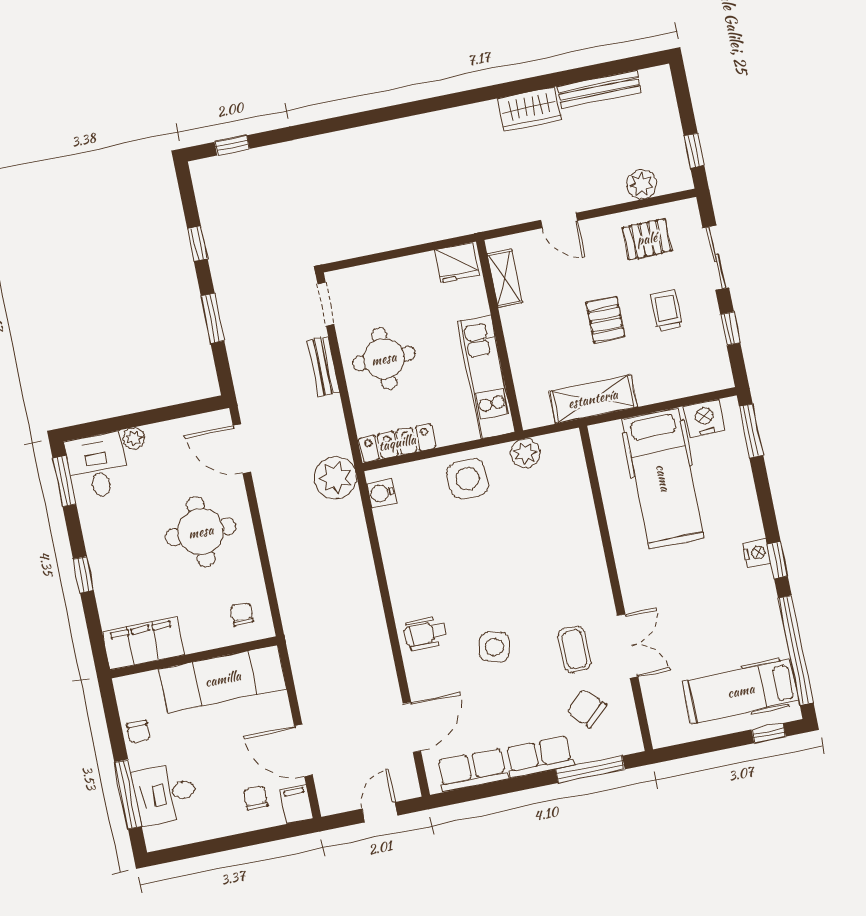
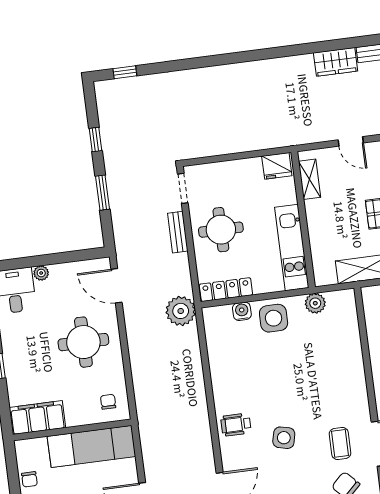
water cooler: (381, 493) -> (242, 311), moved, turned 90

